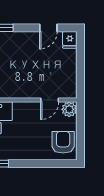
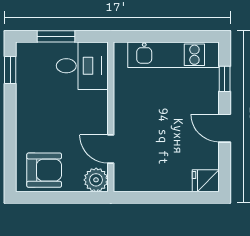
door: (48, 28) -> (225, 128), moved

